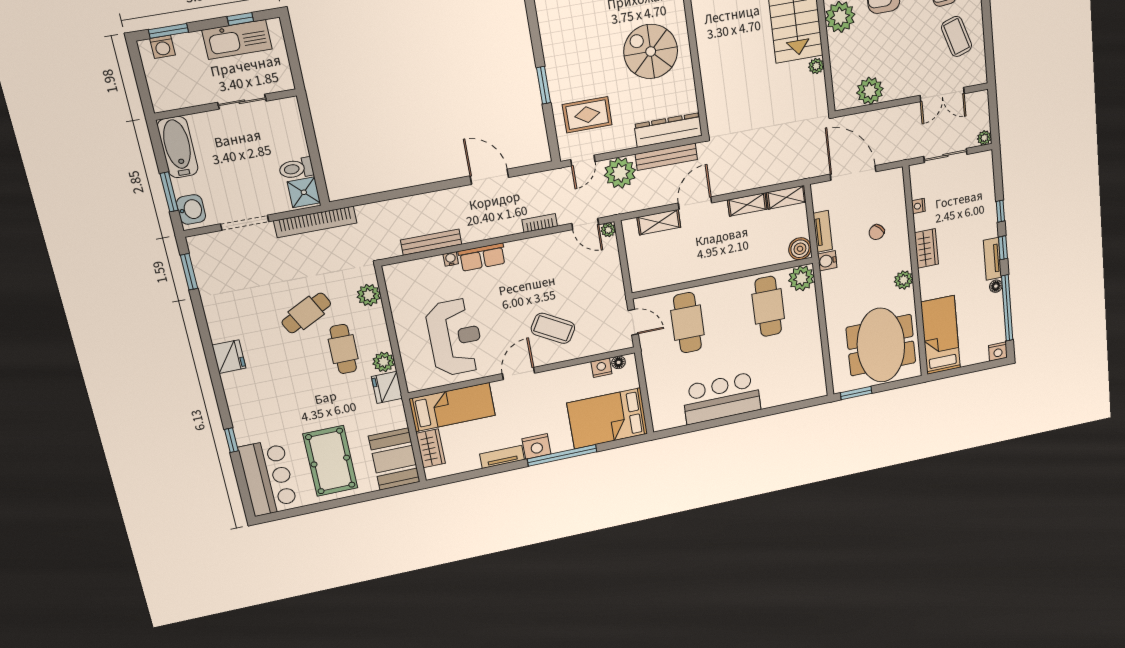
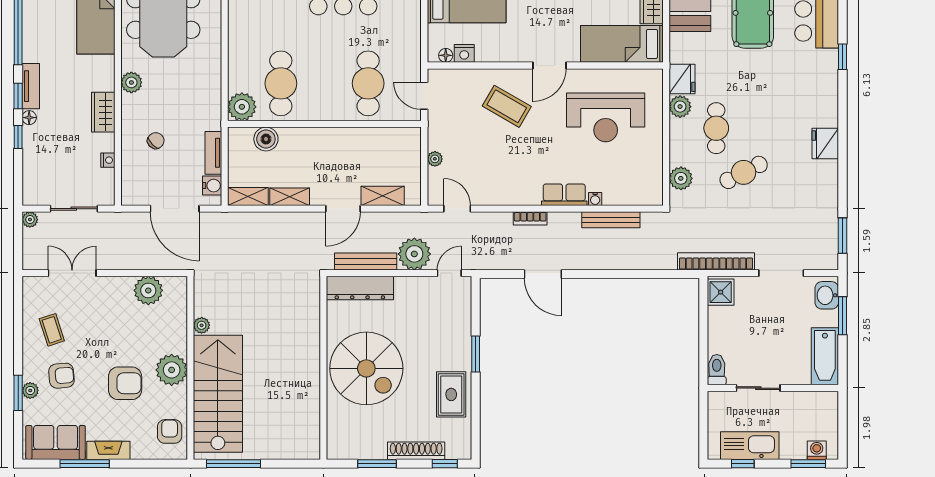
coffee table: (957, 36) -> (52, 330), width x0.73, depth x0.77
spiral stairs: (651, 51) -> (366, 368), width x1.37, depth x1.37
rug: (587, 115) -> (451, 394), moved, turned 90
toilet: (296, 169) -> (717, 370), moved, turned -90
bookcase: (540, 223) -> (530, 218), moved
plant: (608, 230) -> (435, 159), moved
boiler: (800, 249) -> (266, 139), moved
water cooler: (827, 261) -> (212, 186), moved
floor lamp: (996, 286) -> (29, 118), moved
reception desk: (455, 337) -> (606, 117), turned -90

